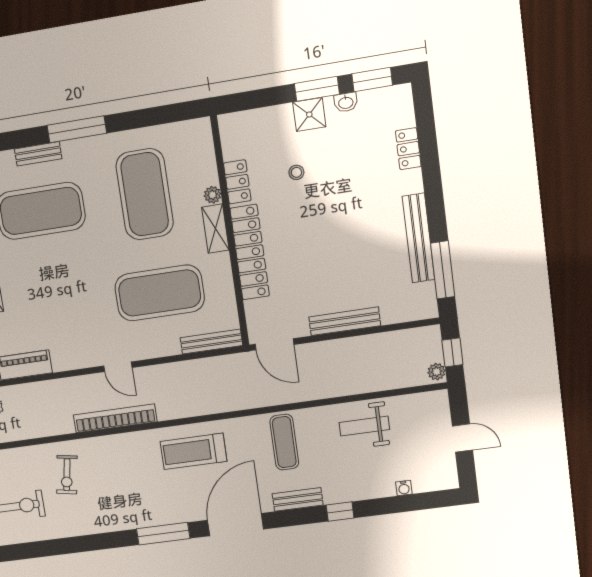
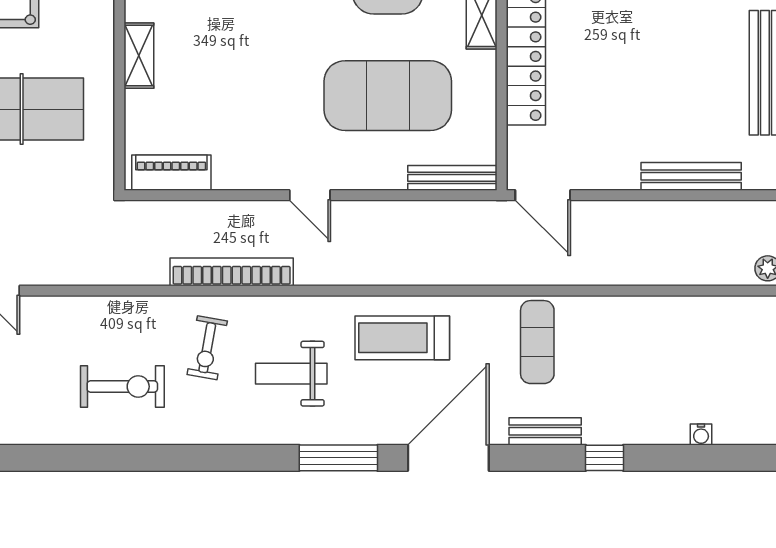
bench: (345, 321) -> (691, 176), moved
bookcase: (115, 418) -> (232, 272), moved
weight bench: (364, 426) -> (291, 374), moved

